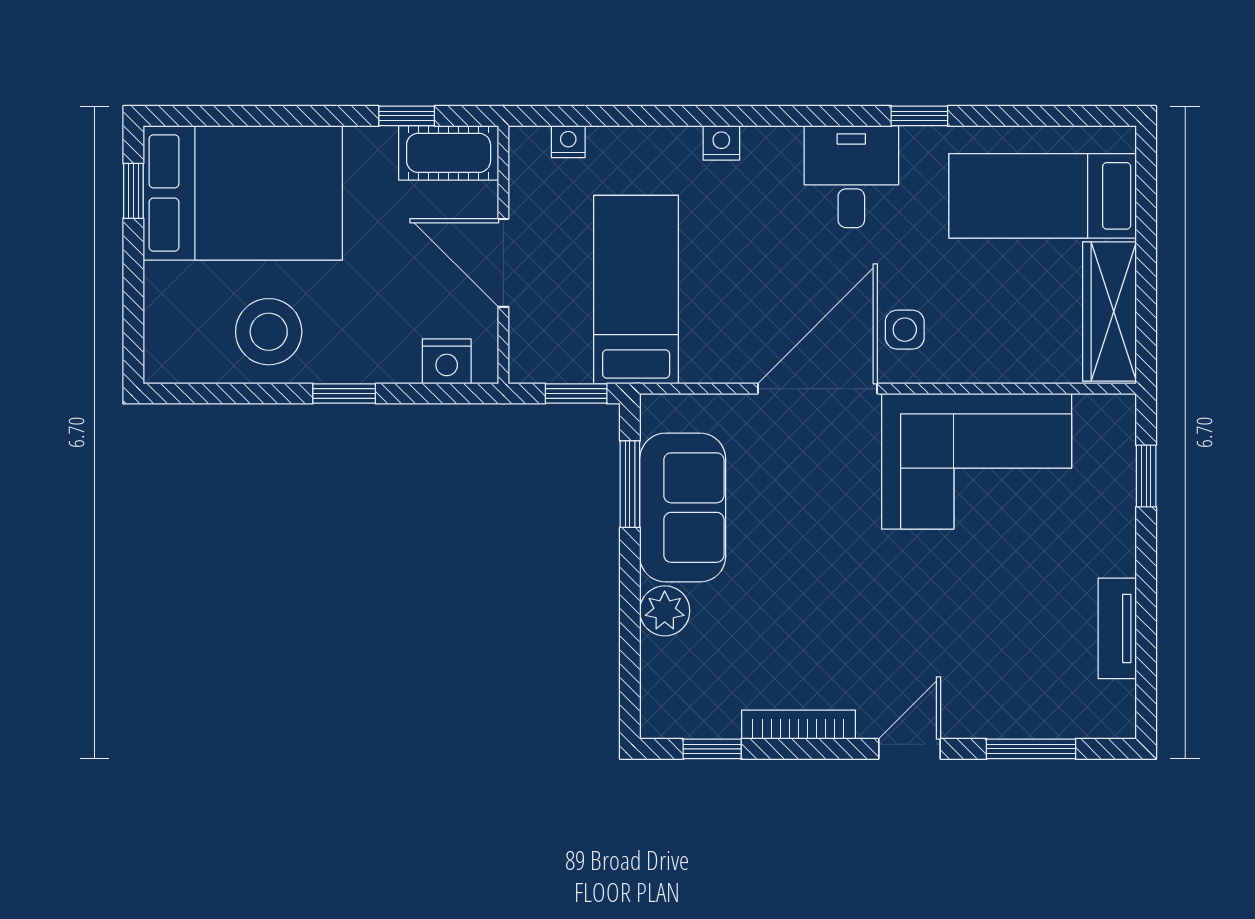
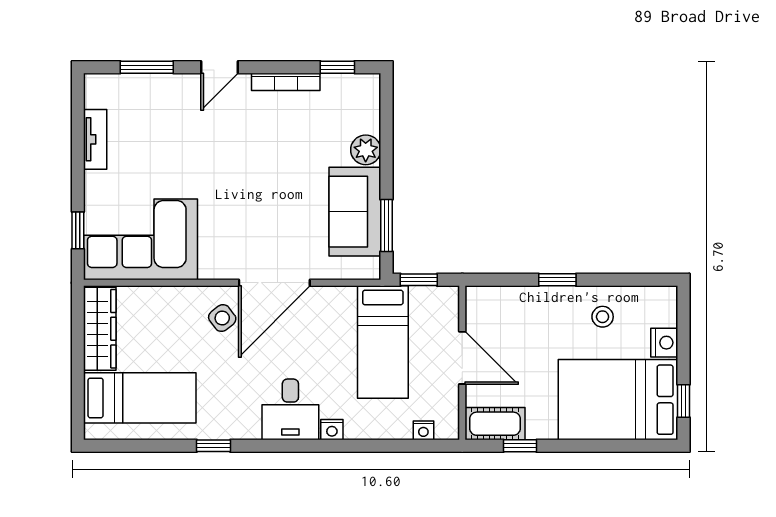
desk: (851, 177) -> (290, 409), moved
side table: (905, 330) -> (222, 318), turned -38
stool: (269, 332) -> (603, 317), width x0.53, depth x0.53
nightstand: (447, 361) -> (664, 343), moved, turned 90
corner sofa: (977, 461) -> (141, 239), moved

